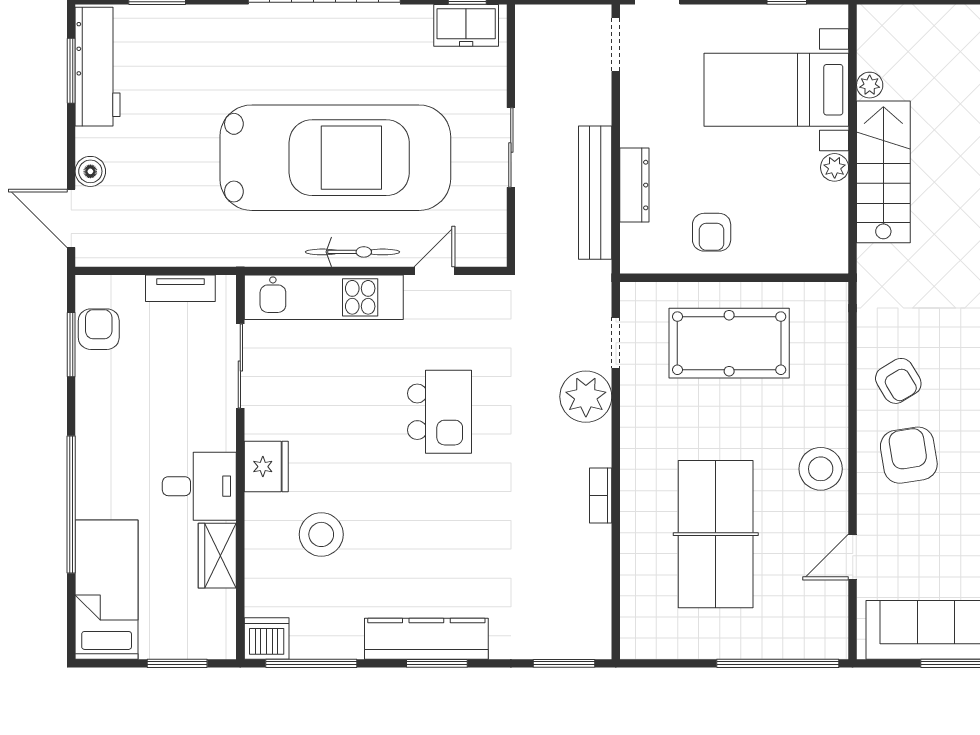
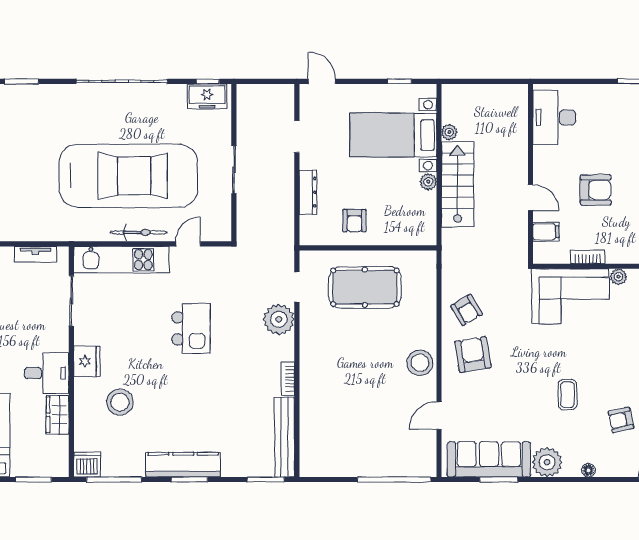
doorway: (616, 45) -> (297, 137), moved
bench: (595, 193) -> (284, 437), moved
table tennis table: (716, 534) -> (357, 402), removed

